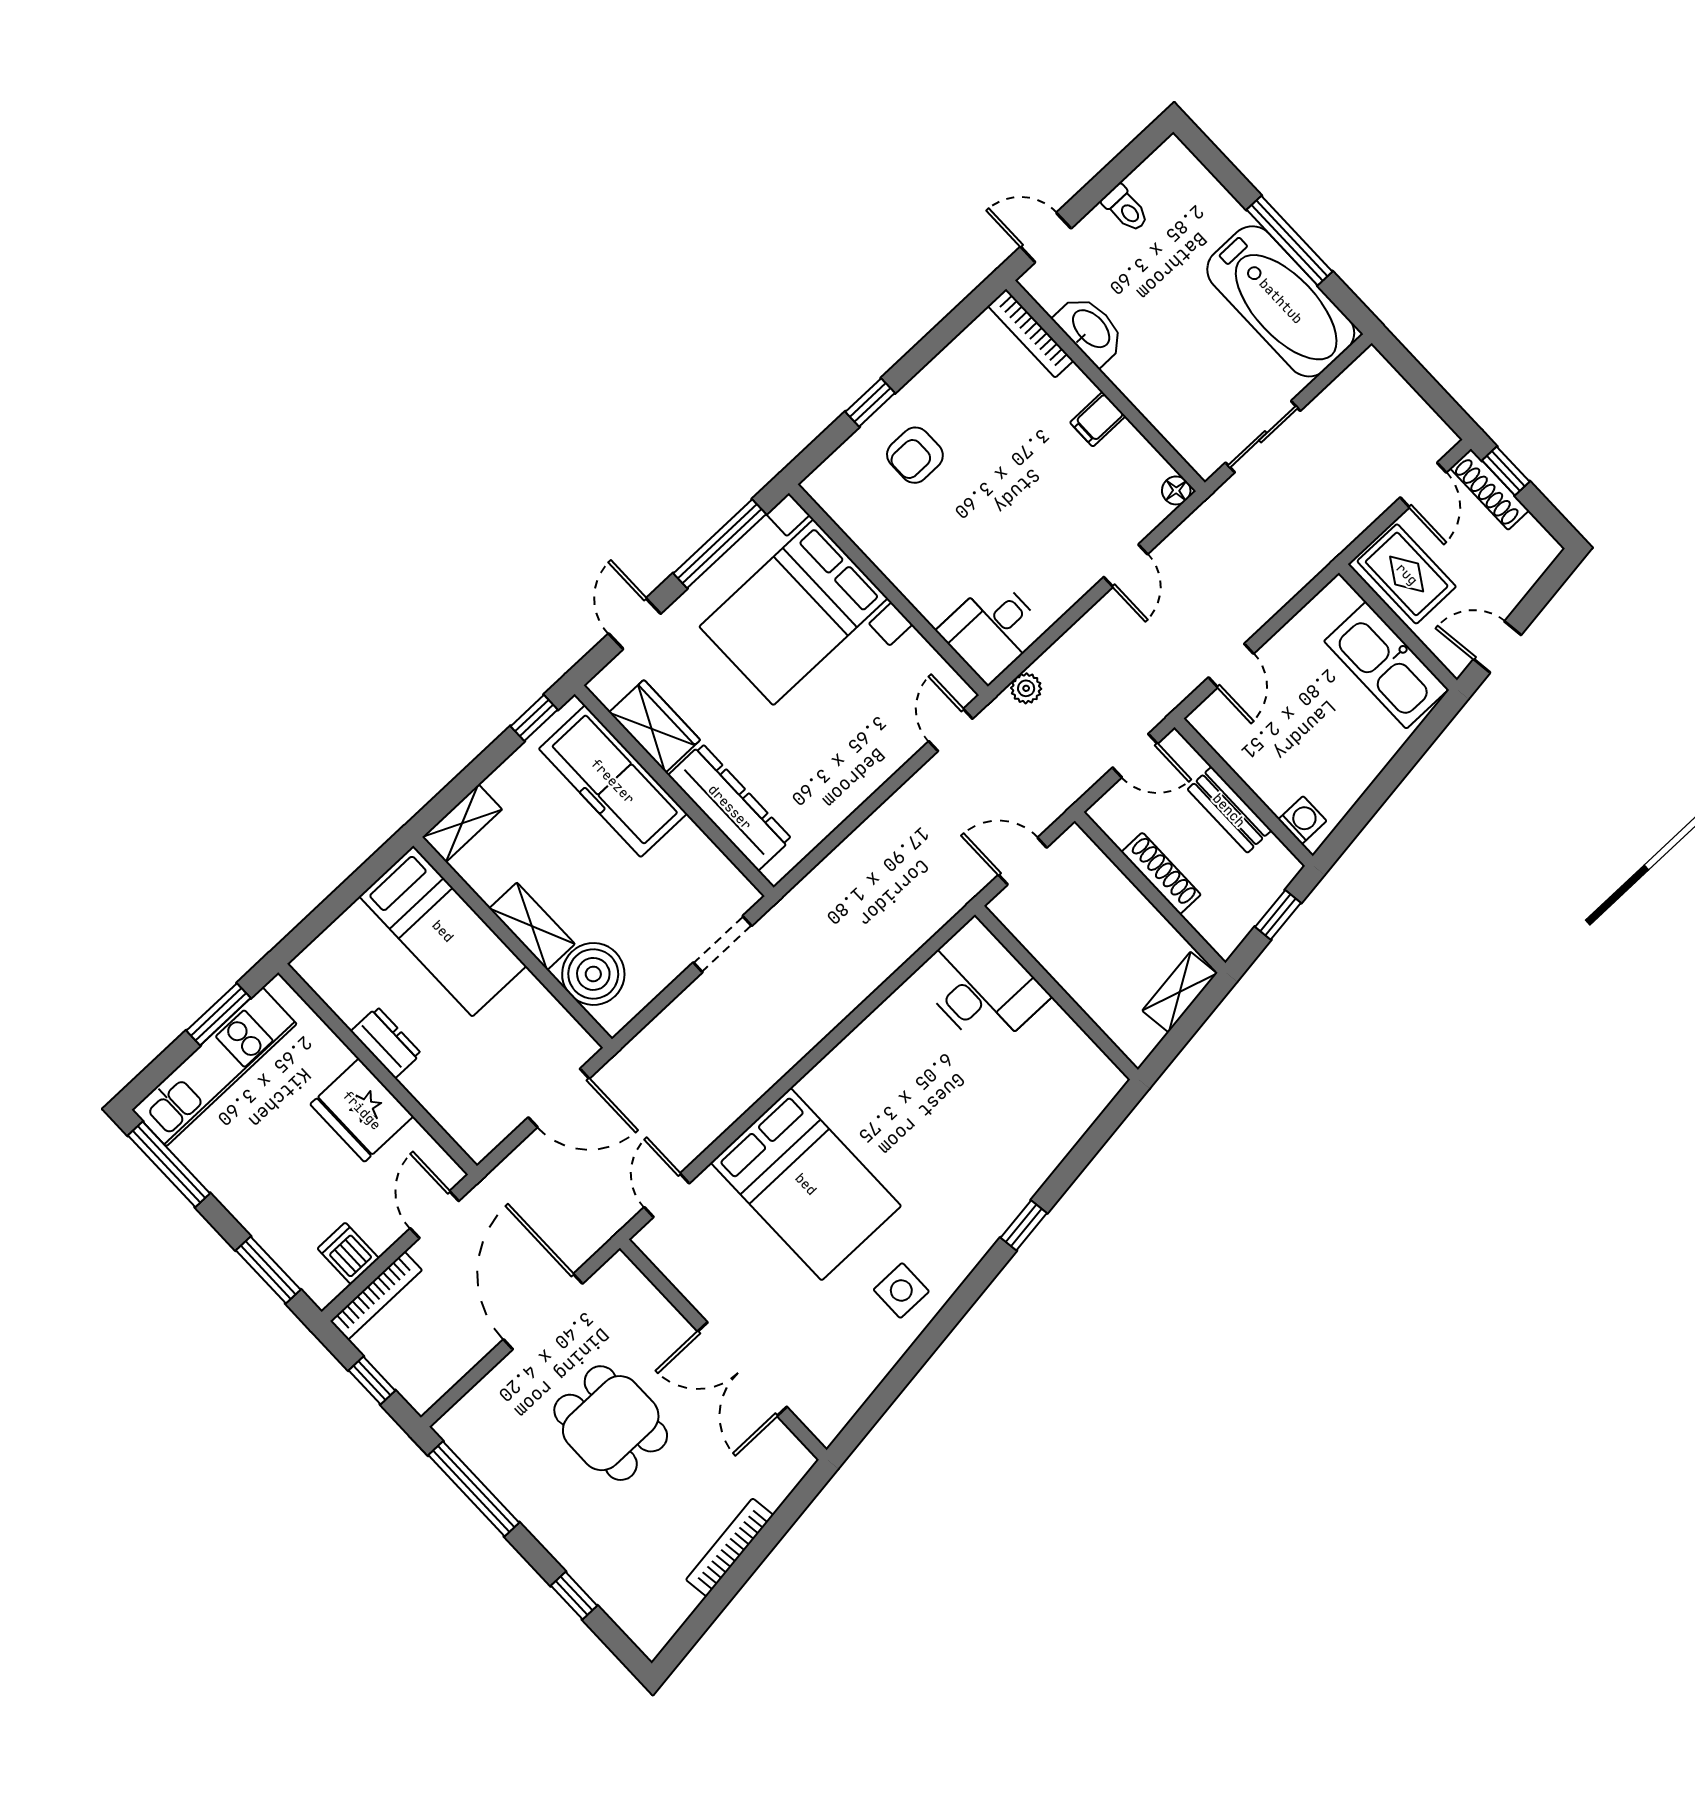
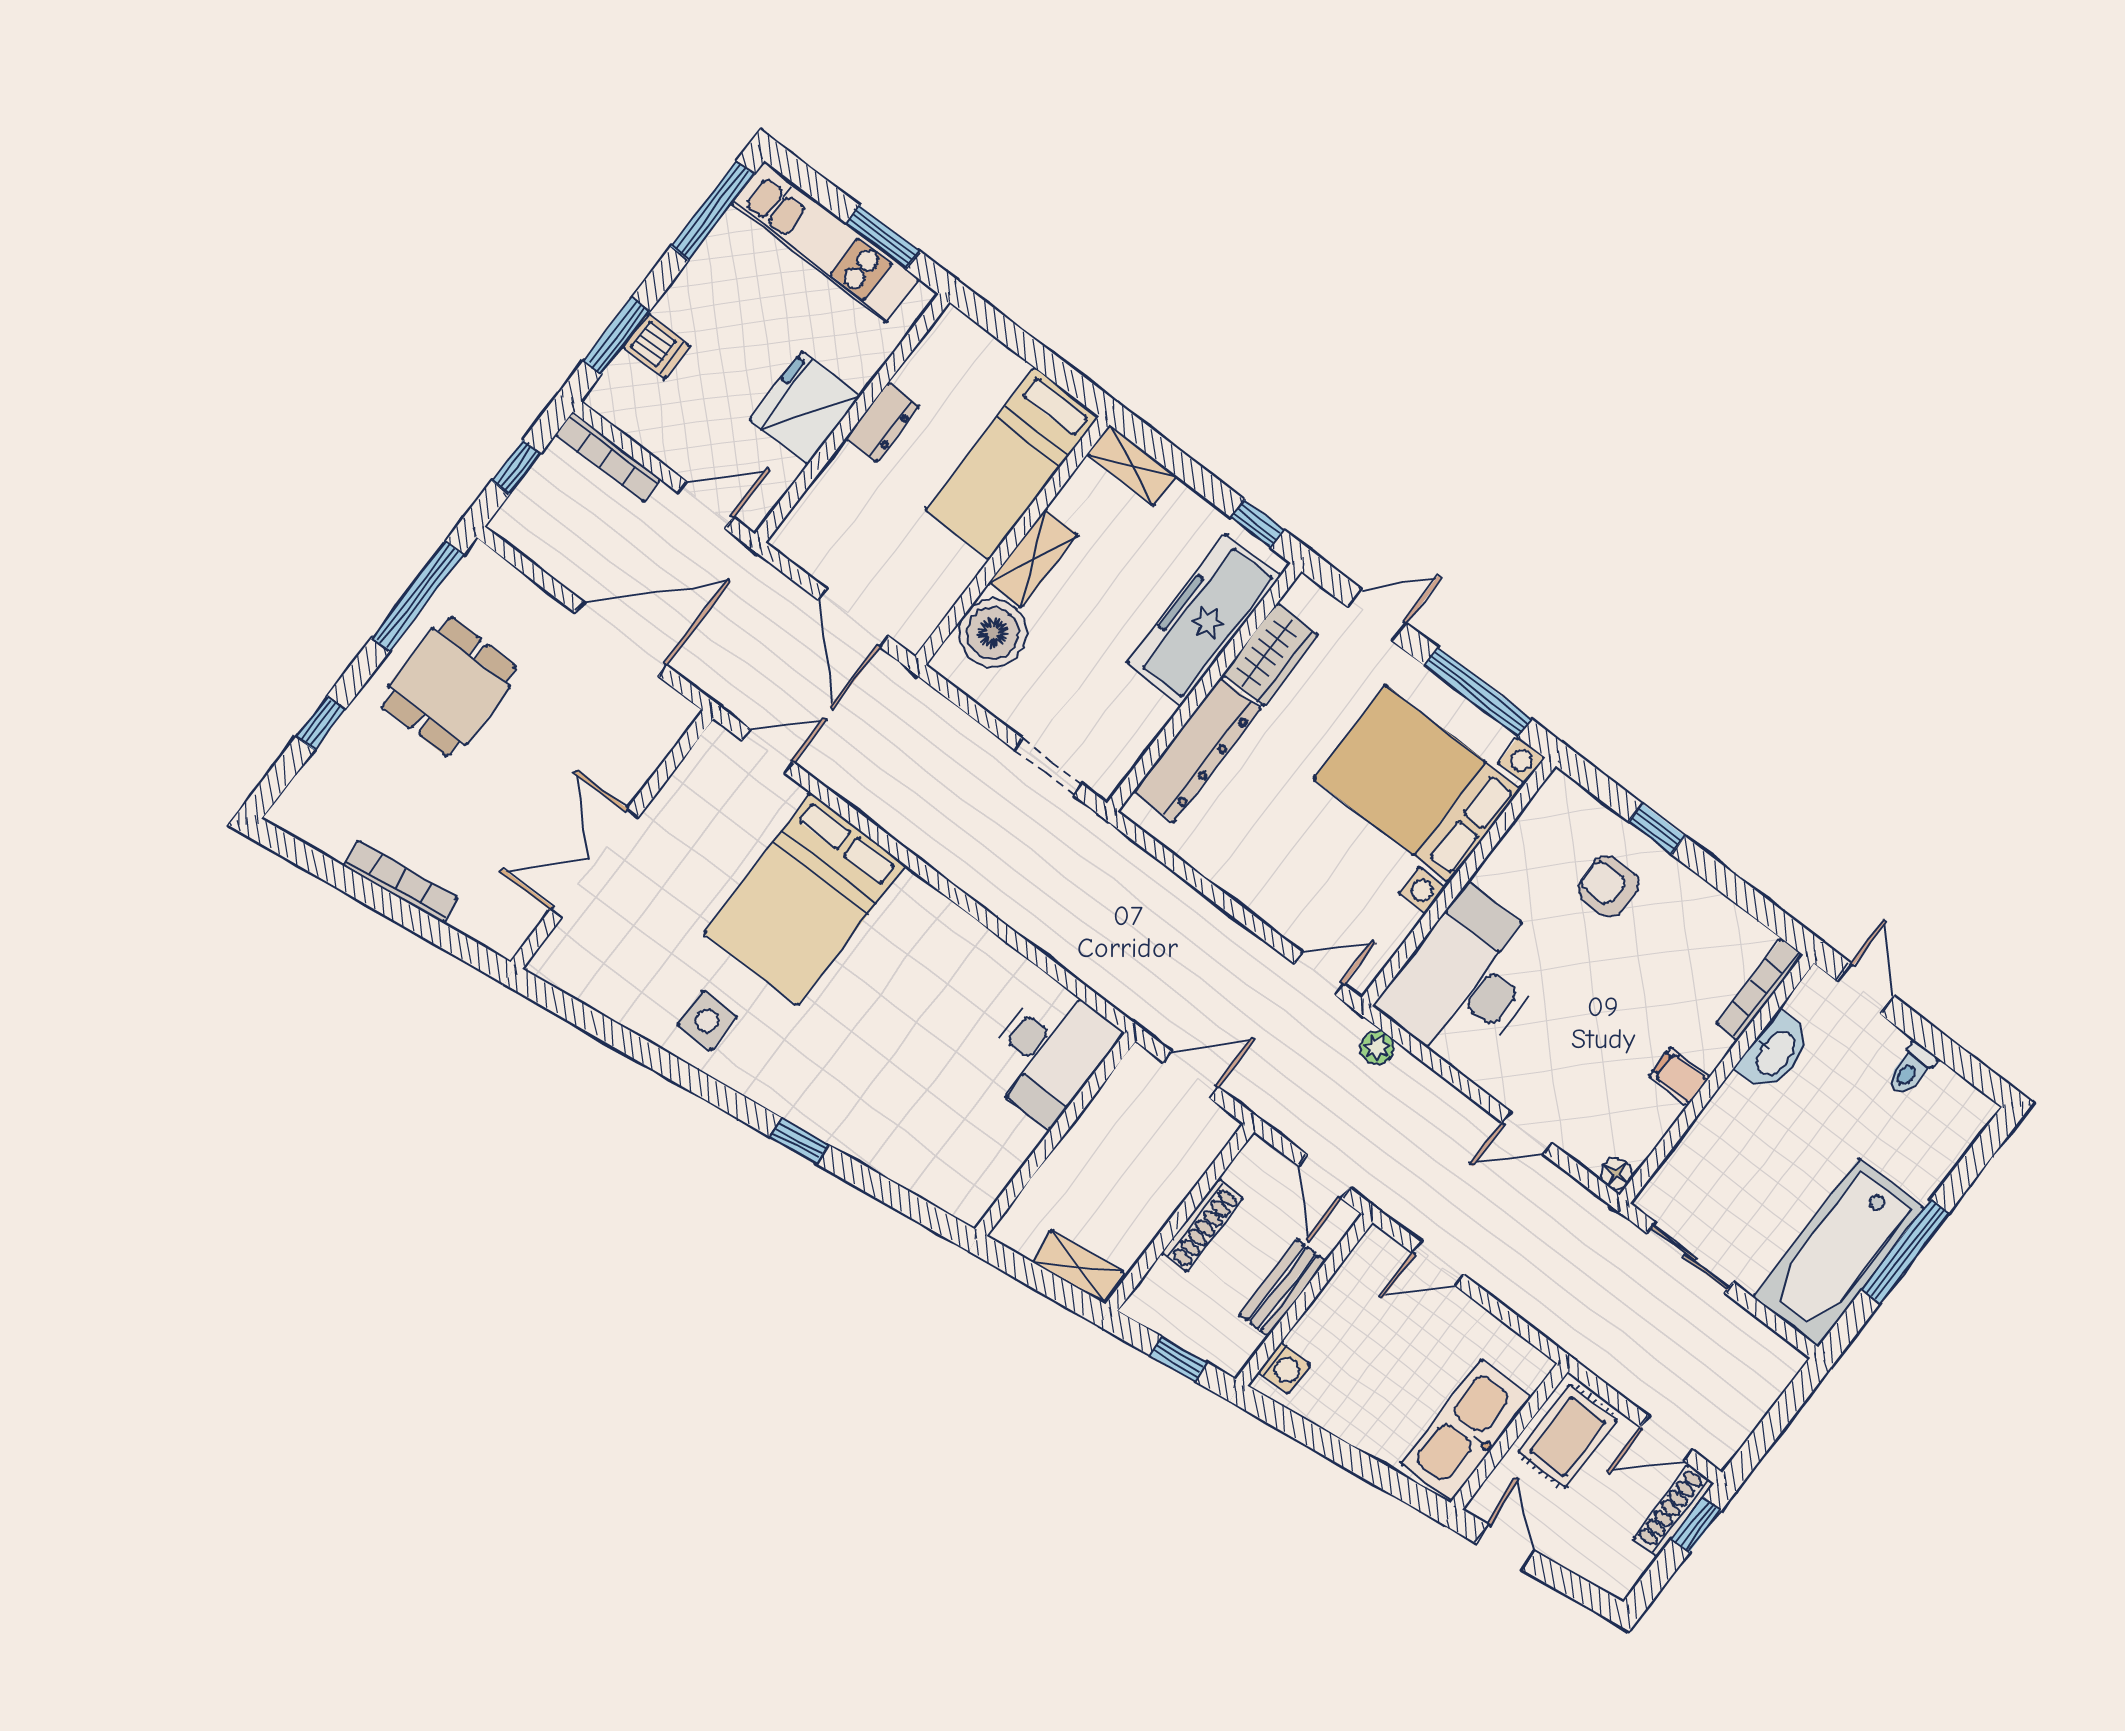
desk: (992, 630) -> (1467, 979), width x1.87, depth x1.30
door: (1023, 861) -> (1191, 1075), hinge flipped
dishwasher: (348, 1253) -> (656, 346), moved, turned 90
dining table: (611, 1423) -> (449, 686), moved

